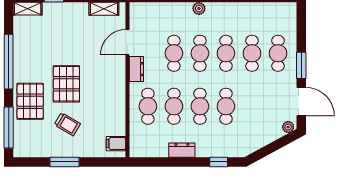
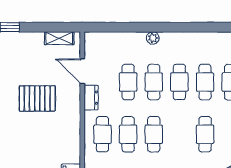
door: (127, 42) -> (82, 71), hinge flipped
pallet: (66, 84) -> (37, 98), moved, turned 90
cafe table: (226, 106) -> (205, 134), moved
trolley: (67, 124) -> (23, 152), removed

